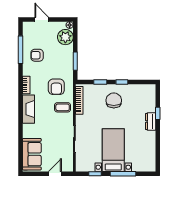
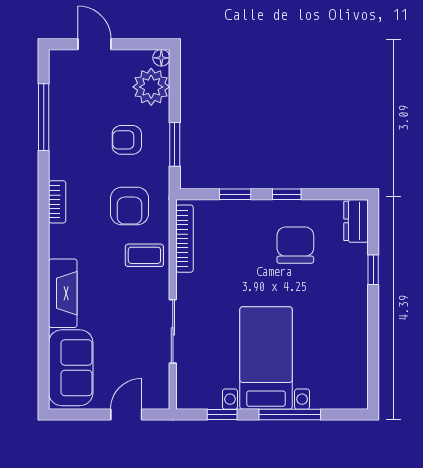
armchair: (37, 55) -> (127, 140), moved
chair: (114, 100) -> (295, 245), moved
fireplace: (29, 109) -> (63, 293), moved
dresser: (151, 121) -> (356, 221), moved

